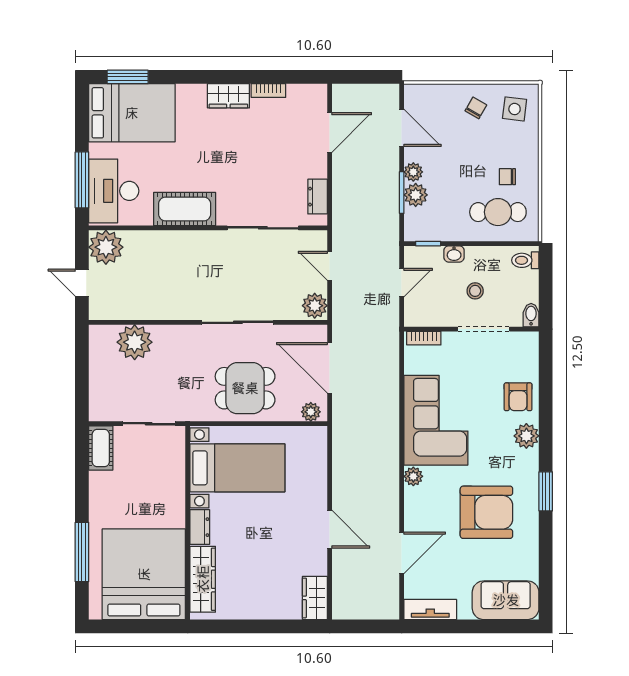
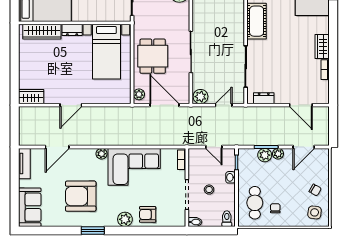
door: (330, 368) -> (164, 105), hinge flipped
armchair: (486, 512) -> (81, 196), turned 90
door: (402, 553) -> (57, 147), hinge flipped

